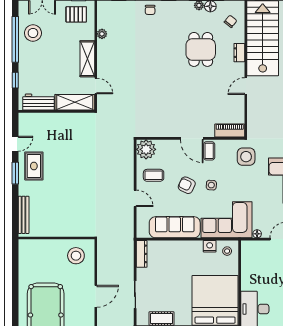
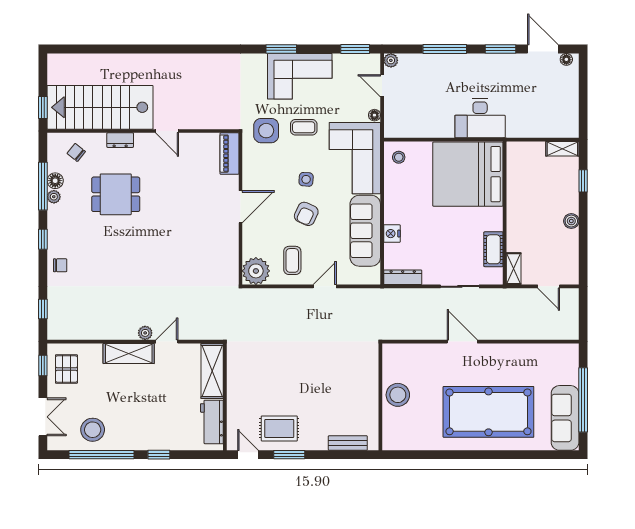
plant: (102, 34) -> (145, 333), moved
workbench: (38, 102) -> (212, 422), moved
shelving: (75, 102) -> (212, 371), moved
wall: (56, 111) -> (225, 397), moved
coffee table: (209, 151) -> (304, 127), moved
bench: (24, 215) -> (348, 443), width x0.73
nightstand: (210, 246) -> (392, 234), moved
stool: (76, 256) -> (398, 395), moved

